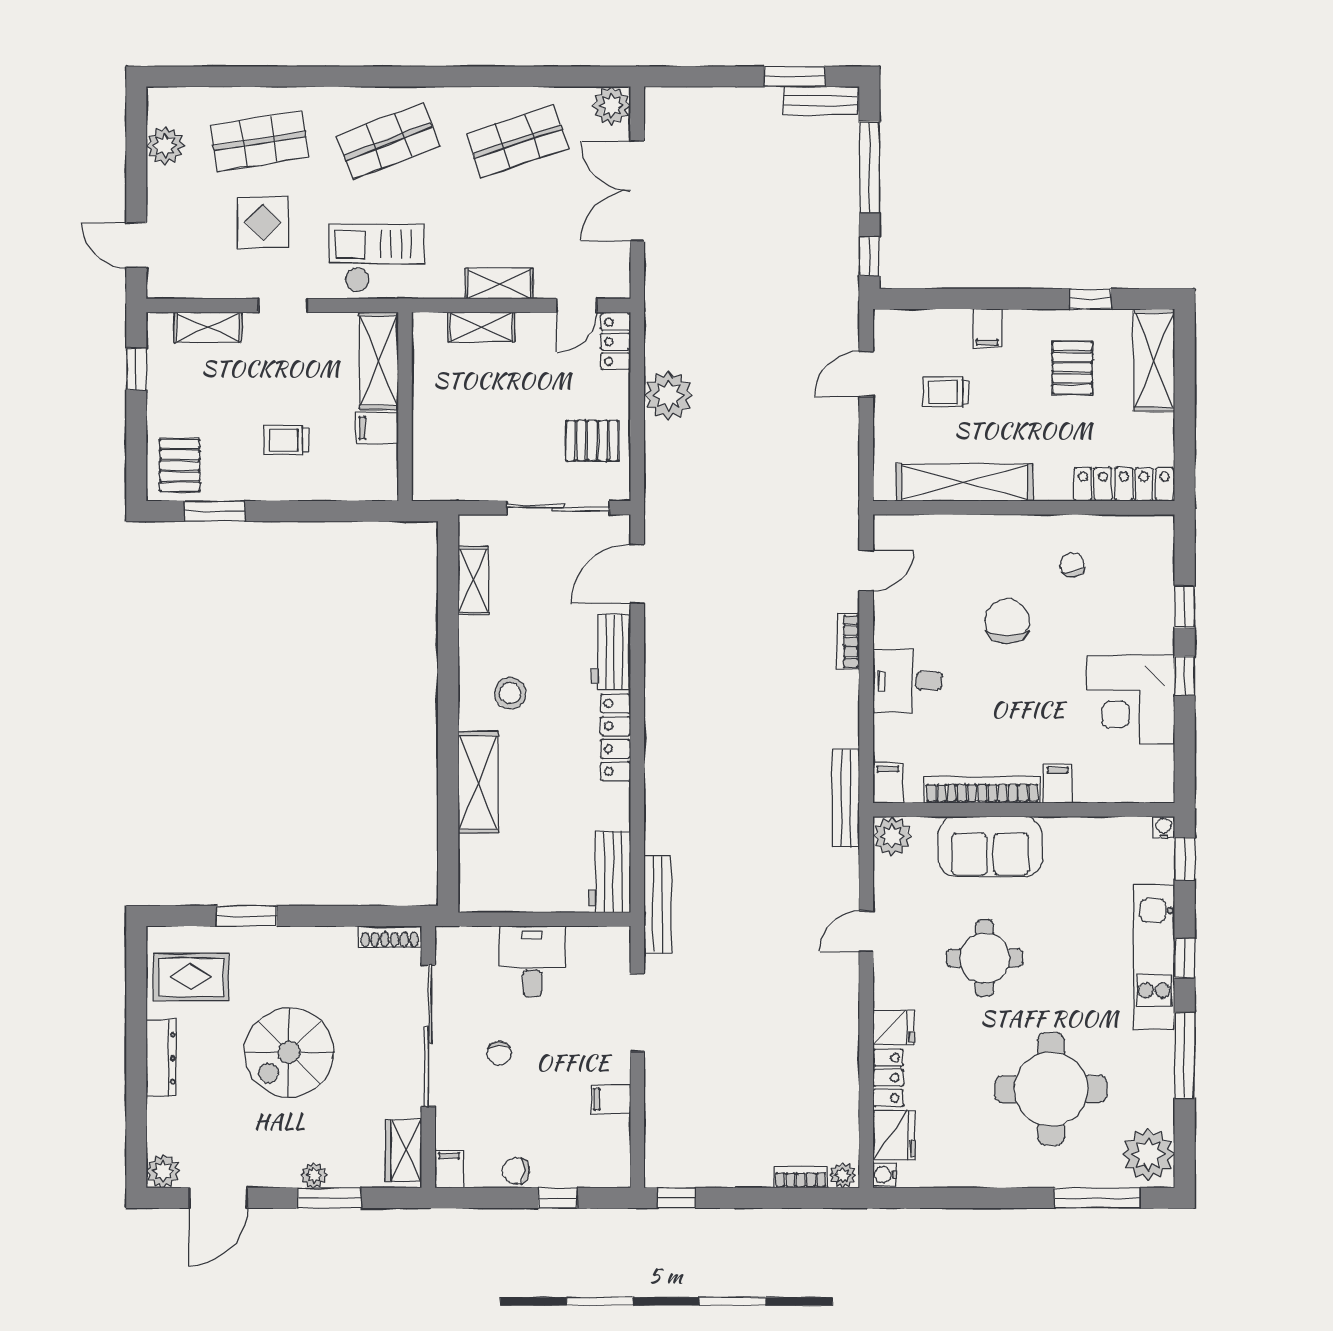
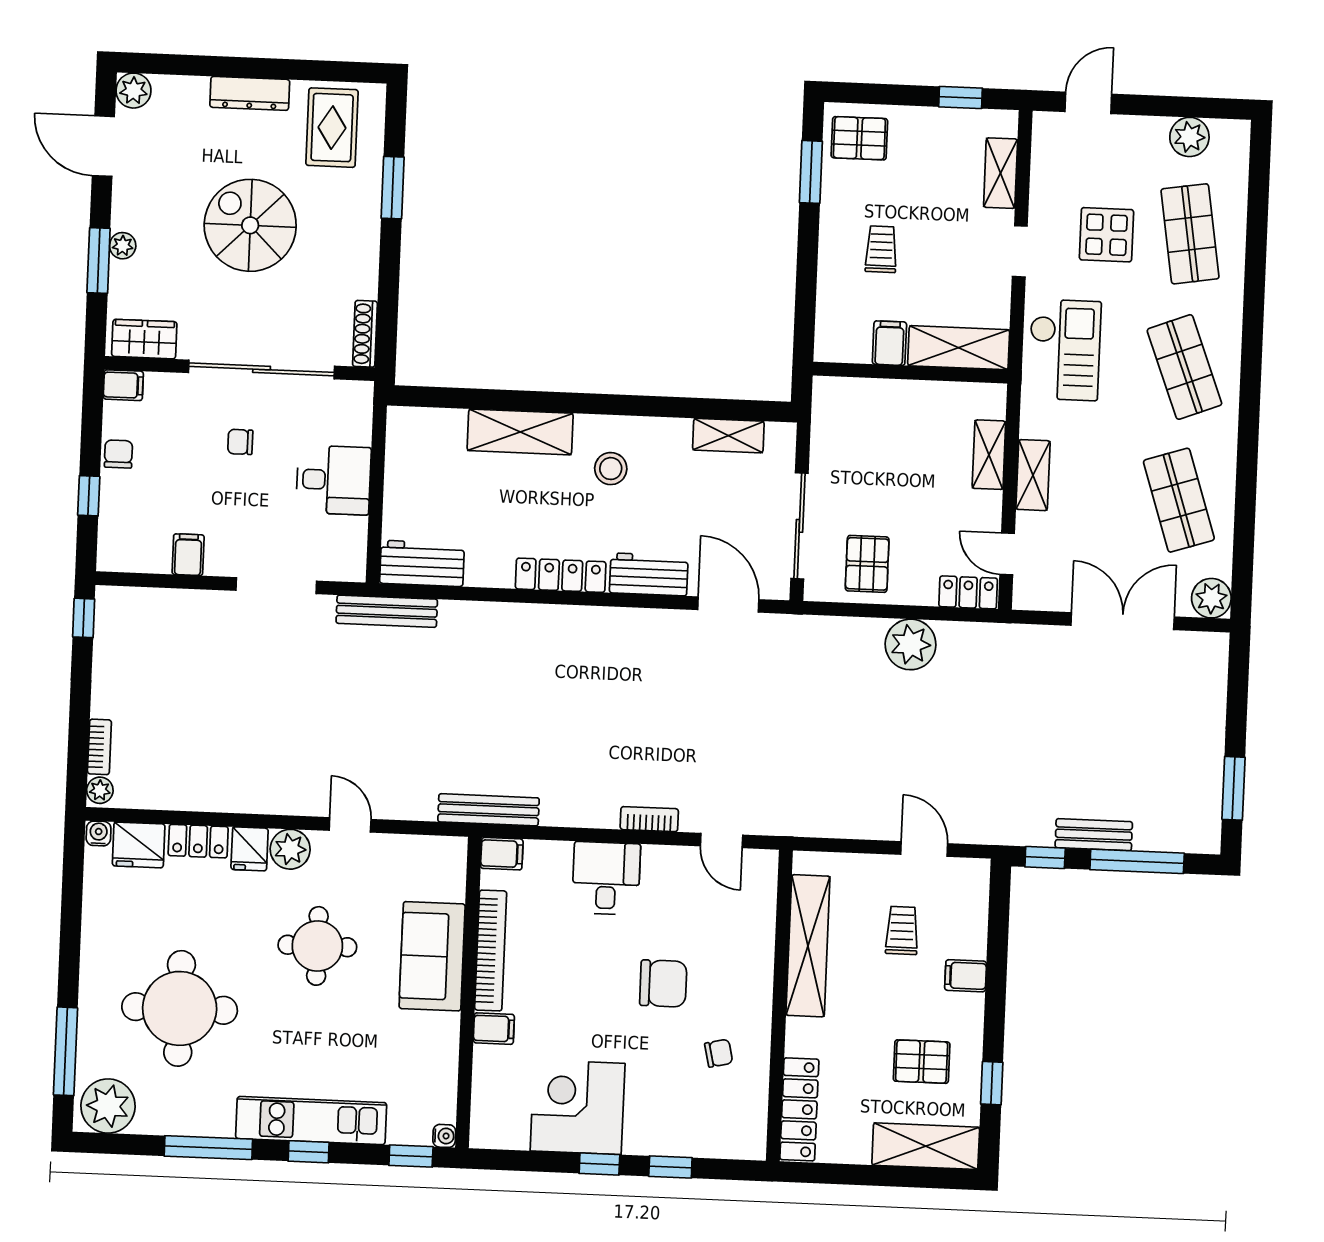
bench: (820, 101) -> (1094, 835), moved, turned 90
plant: (892, 836) -> (290, 849), moved

